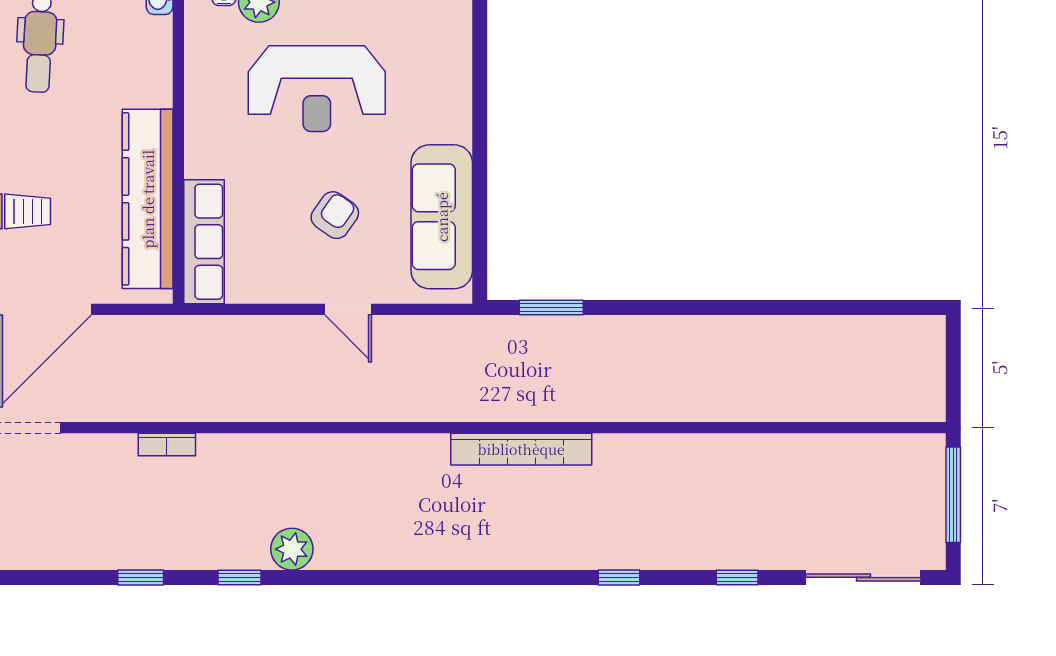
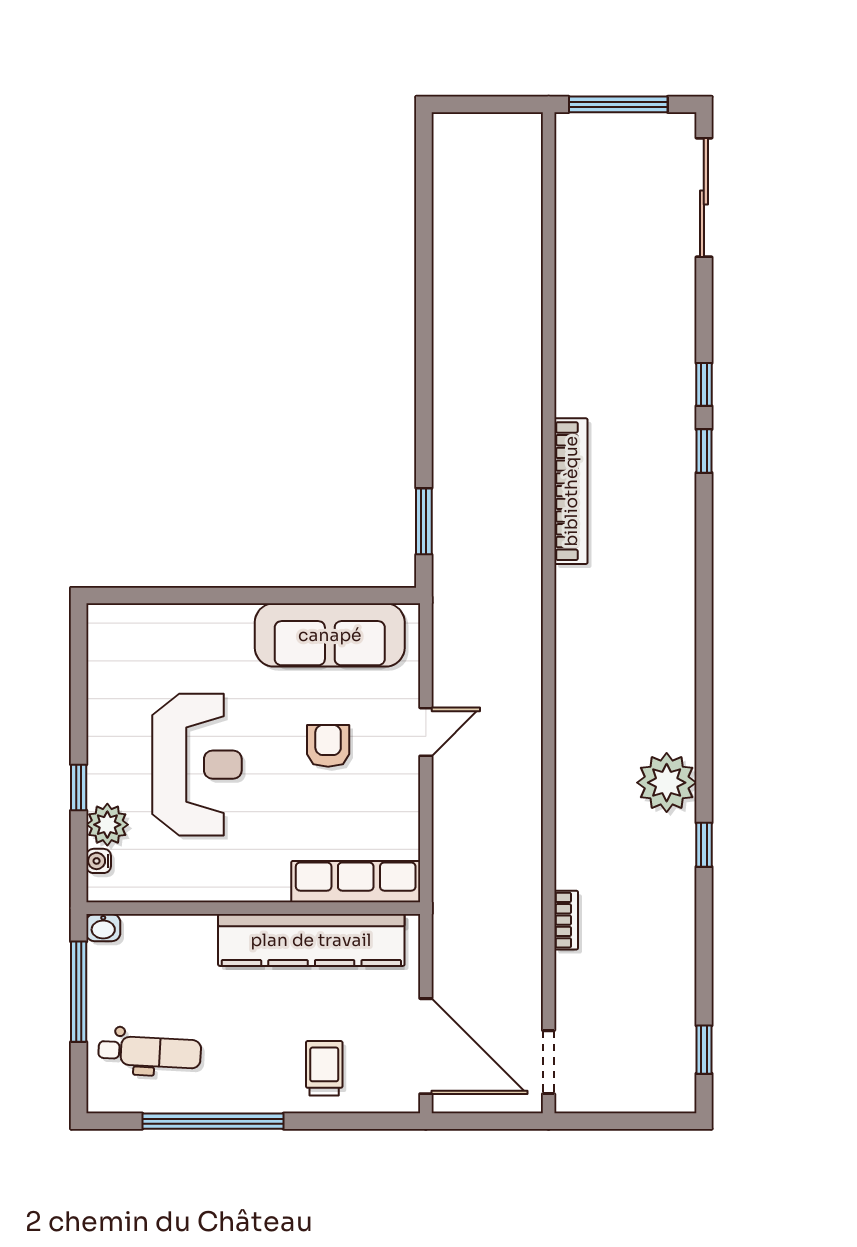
armchair: (335, 215) -> (328, 746), turned 55
bookcase: (521, 449) -> (571, 491), moved
plant: (292, 549) -> (667, 783), width x1.36, depth x1.36
window: (141, 577) -> (704, 1050), moved
window: (737, 577) -> (704, 384), moved

